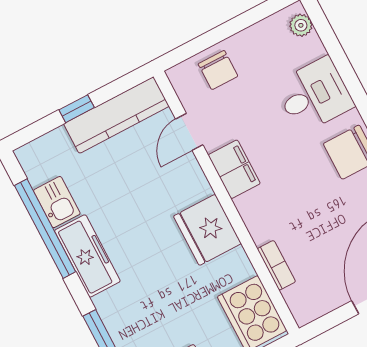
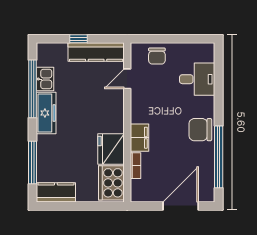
plant: (301, 25) -> (208, 55), removed
desk: (314, 95) -> (197, 79), moved
filing cabinet: (234, 169) -> (139, 138), moved
fridge: (207, 230) -> (111, 149), moved

